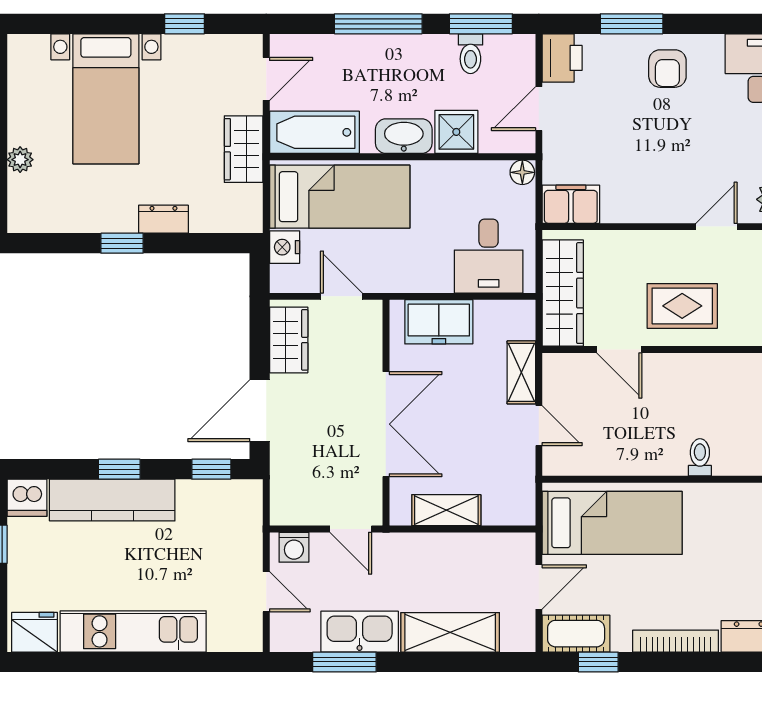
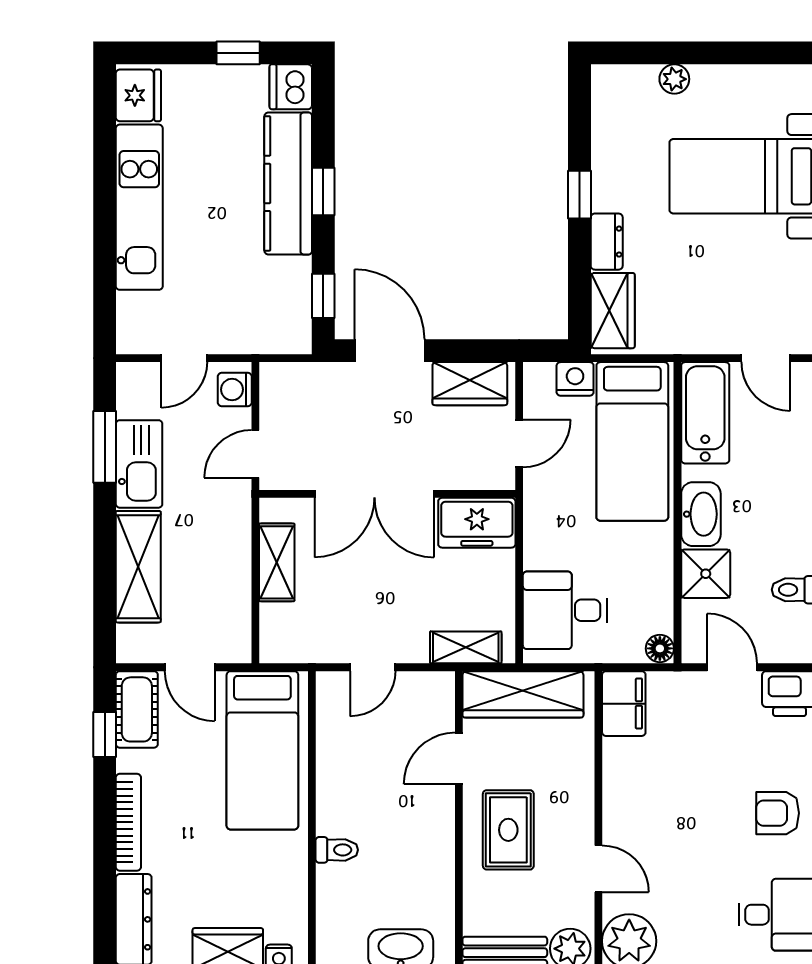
wardrobe: (244, 149) -> (613, 311), moved, turned 90
freezer: (439, 322) -> (477, 523), moved, turned -90
shelving: (521, 372) -> (466, 647), moved

